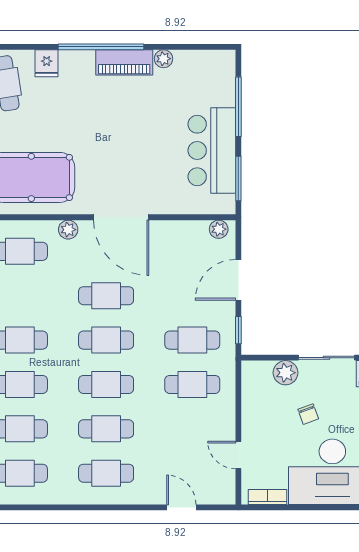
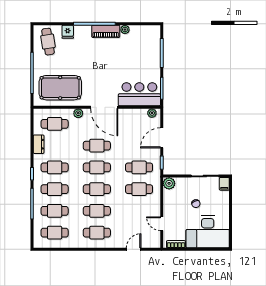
bar counter: (212, 150) -> (139, 94), moved, turned 90
plant: (286, 373) -> (169, 183), moved
door: (181, 507) -> (134, 249), hinge flipped

